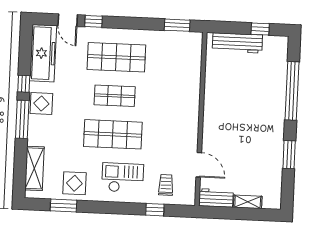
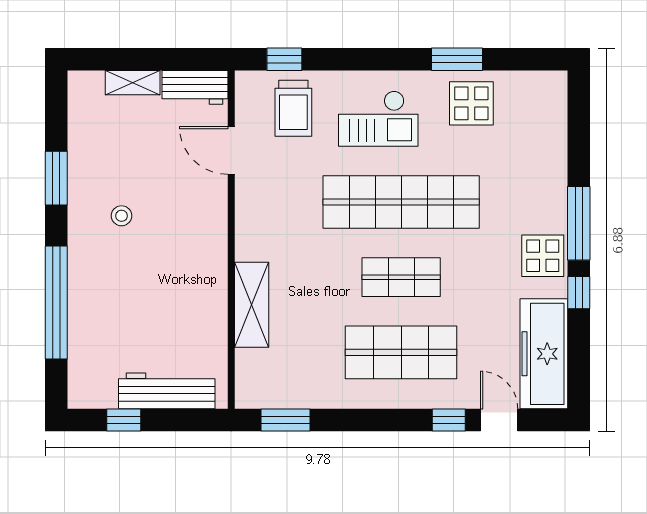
shop shelf: (113, 134) -> (401, 202), width x1.40
stool: (257, 134) -> (122, 216), added
shelving: (34, 168) -> (252, 305), moved
trolley: (166, 185) -> (293, 108), width x1.36, depth x1.39
window: (63, 206) -> (457, 59), moved
window: (155, 210) -> (284, 59), moved

